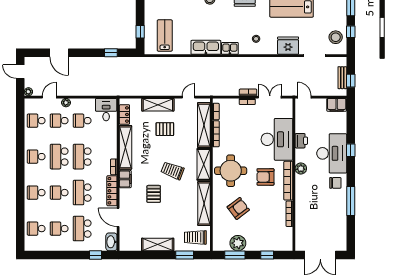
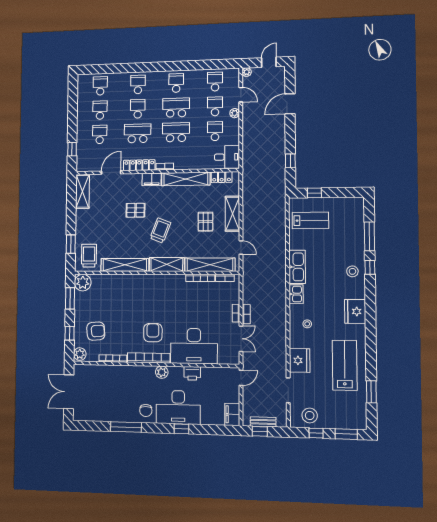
round table: (231, 171) -> (160, 294), removed
armchair: (238, 208) -> (96, 331), moved, turned -58
school desk: (82, 229) -> (100, 134), width x0.54
washbasin: (111, 242) -> (86, 166), removed
plant: (238, 243) -> (83, 283), moved
shelving: (158, 245) -> (82, 191), moved
plant: (286, 245) -> (80, 354), added

